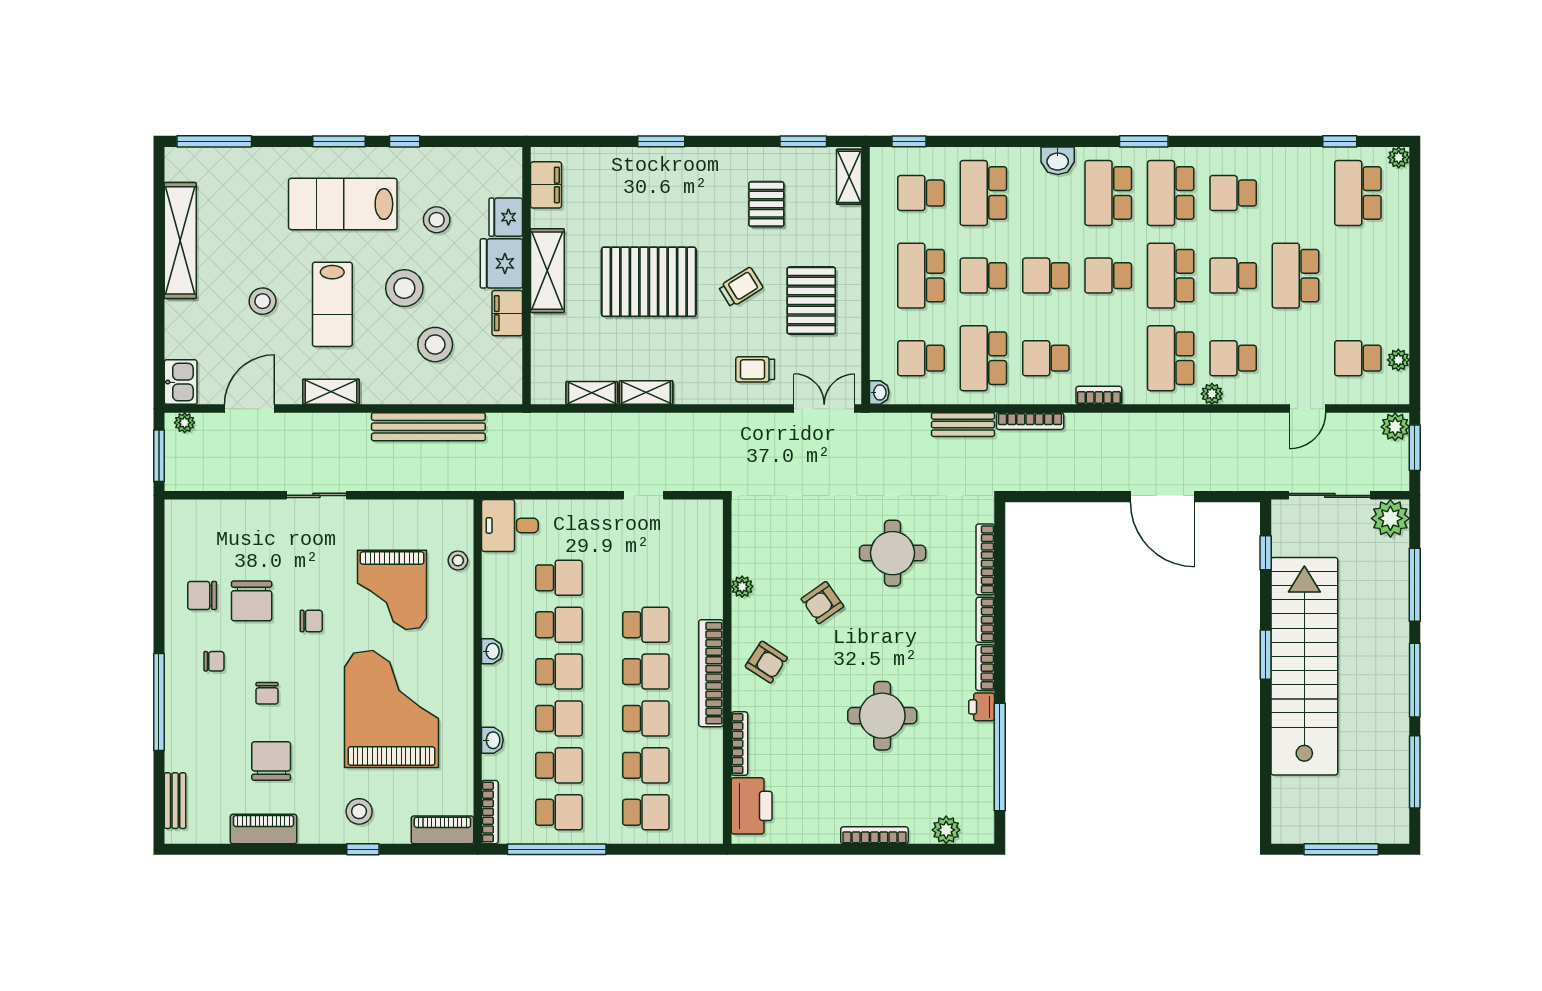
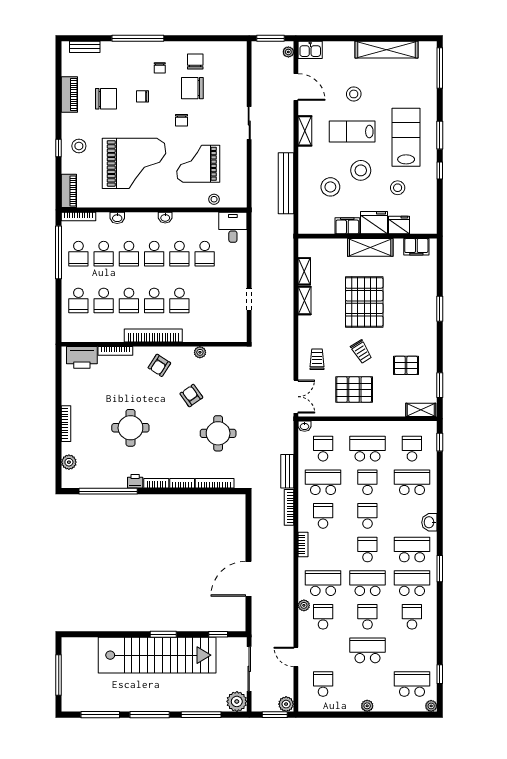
plant: (1398, 360) -> (367, 706), moved

